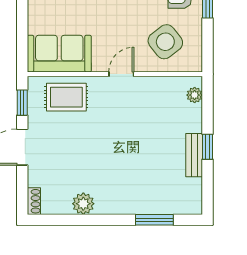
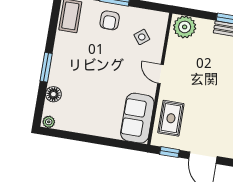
side table: (165, 42) -> (142, 37), width x0.54, depth x0.54
plant: (195, 95) -> (185, 27), width x1.88, depth x1.88

